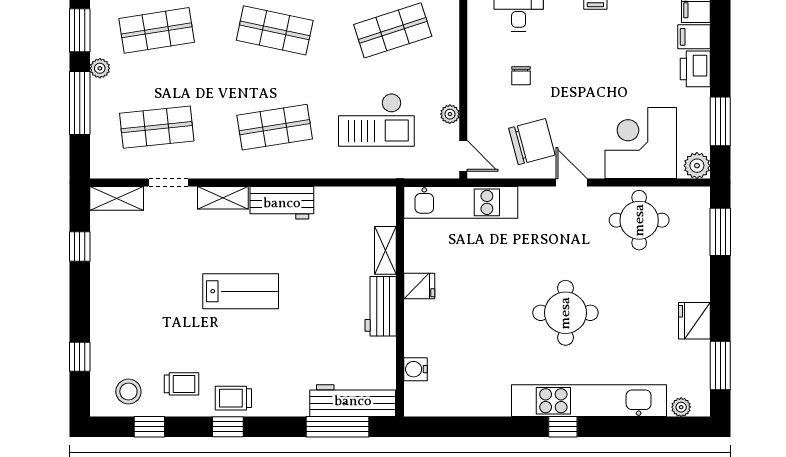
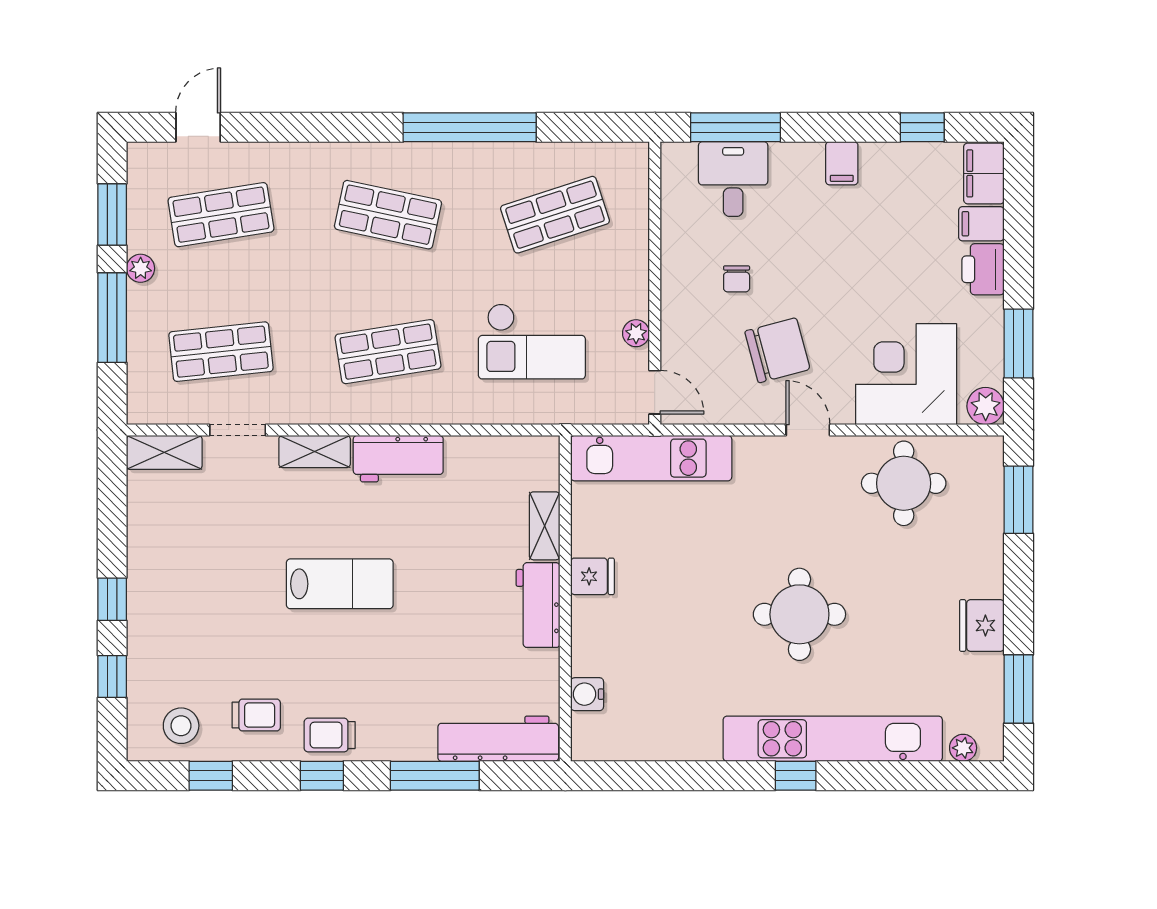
chair: (532, 142) -> (777, 350), moved
window: (80, 246) -> (112, 599), moved
window: (337, 427) -> (435, 776), moved

